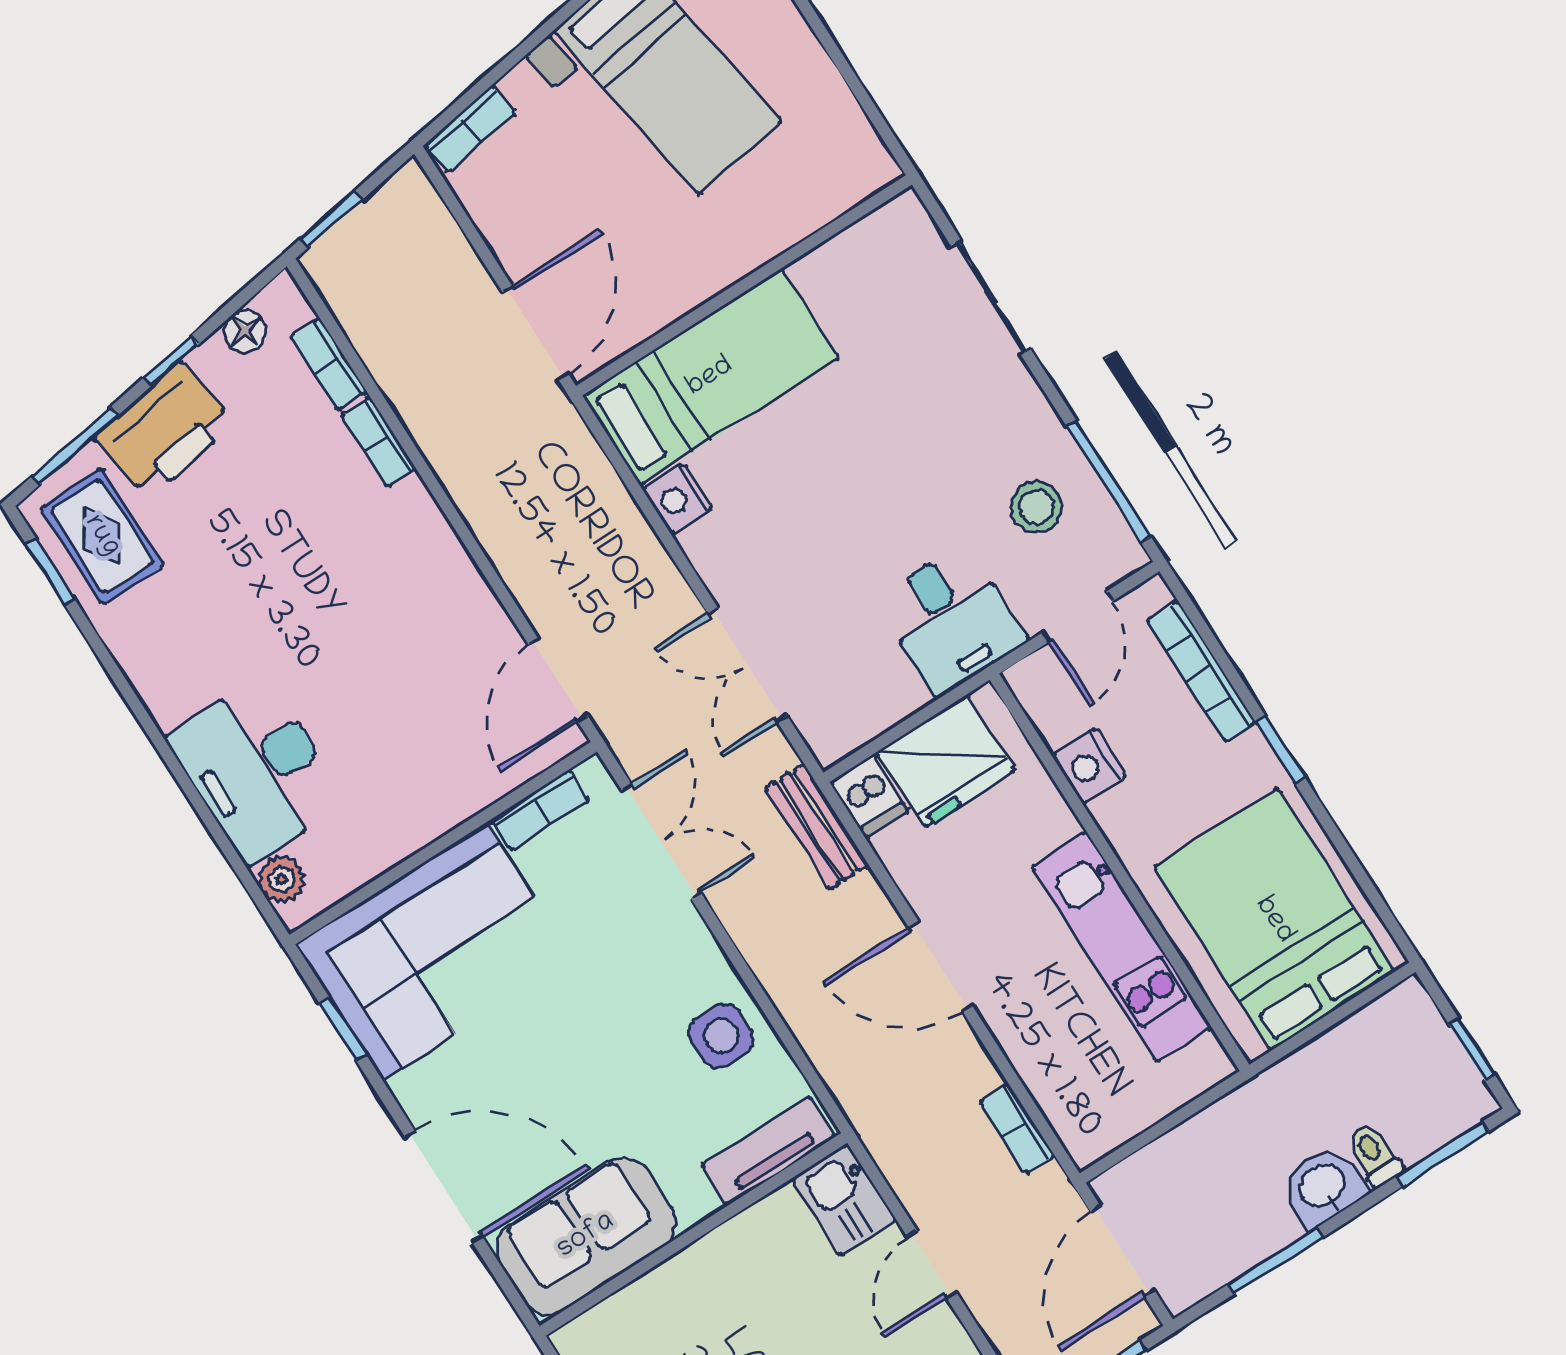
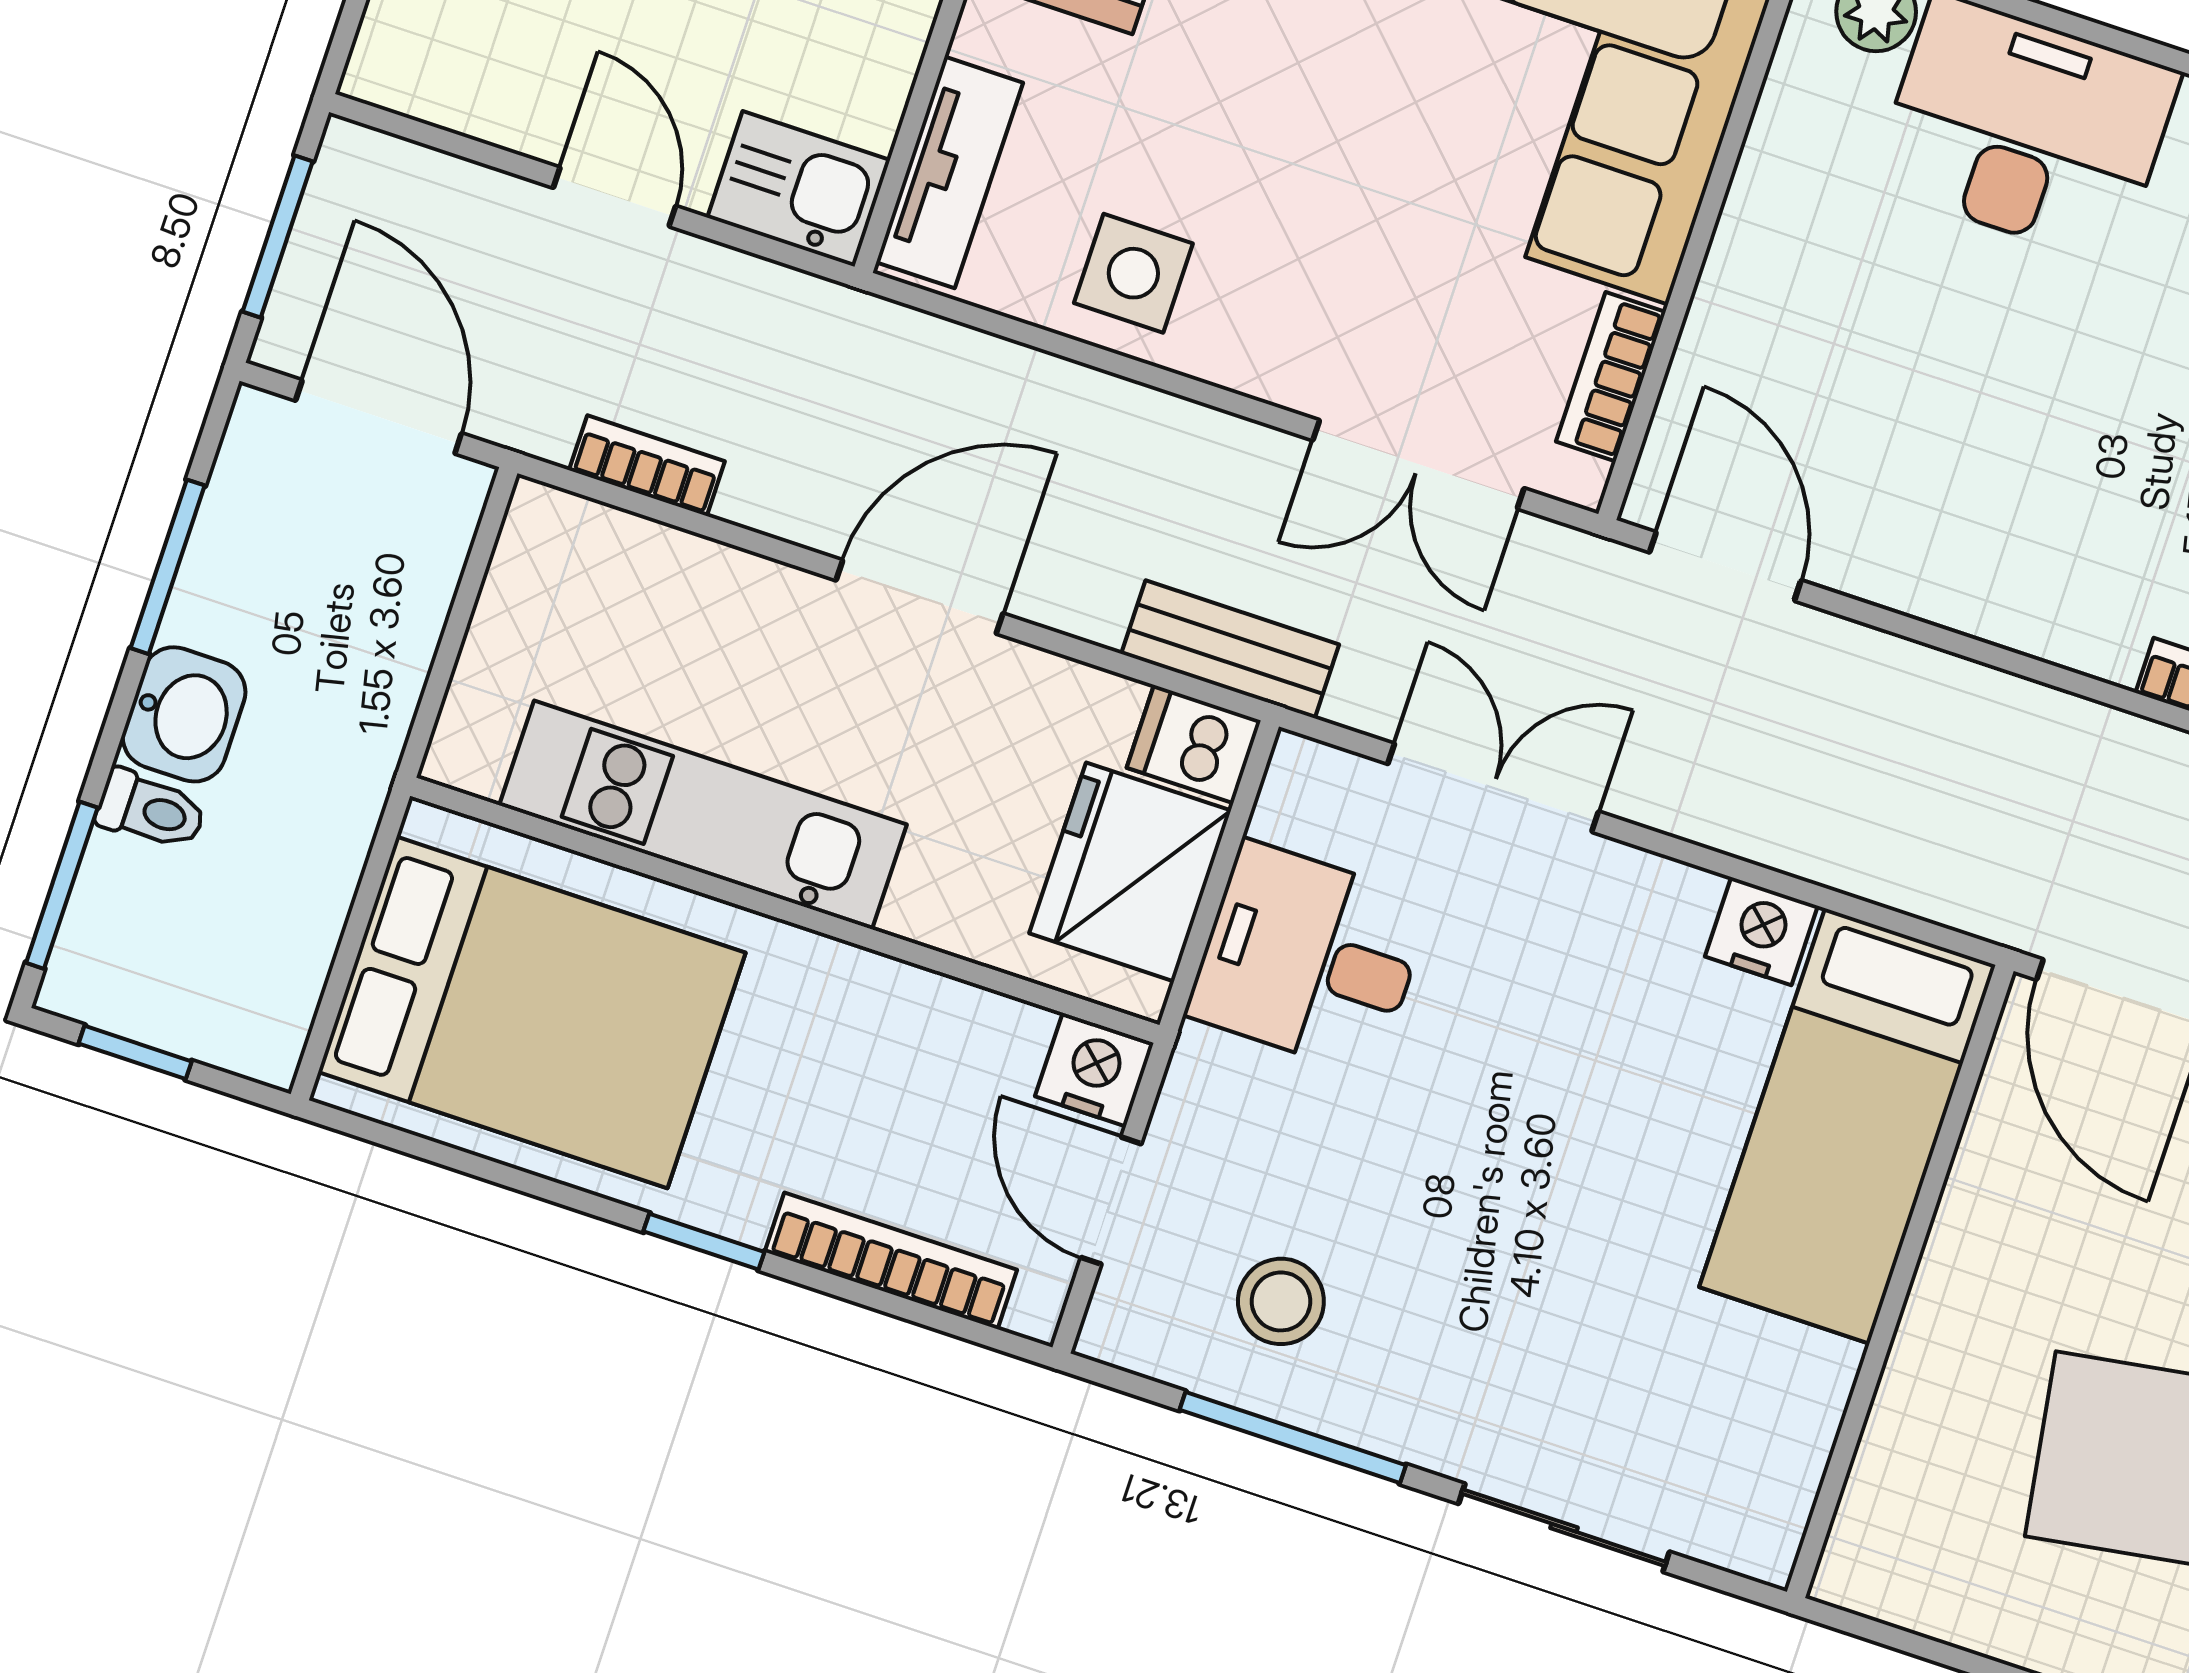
window: (1109, 482) -> (1293, 1438), moved
desk: (951, 620) -> (1309, 958), moved
nightstand: (1089, 766) -> (1094, 1070), moved

